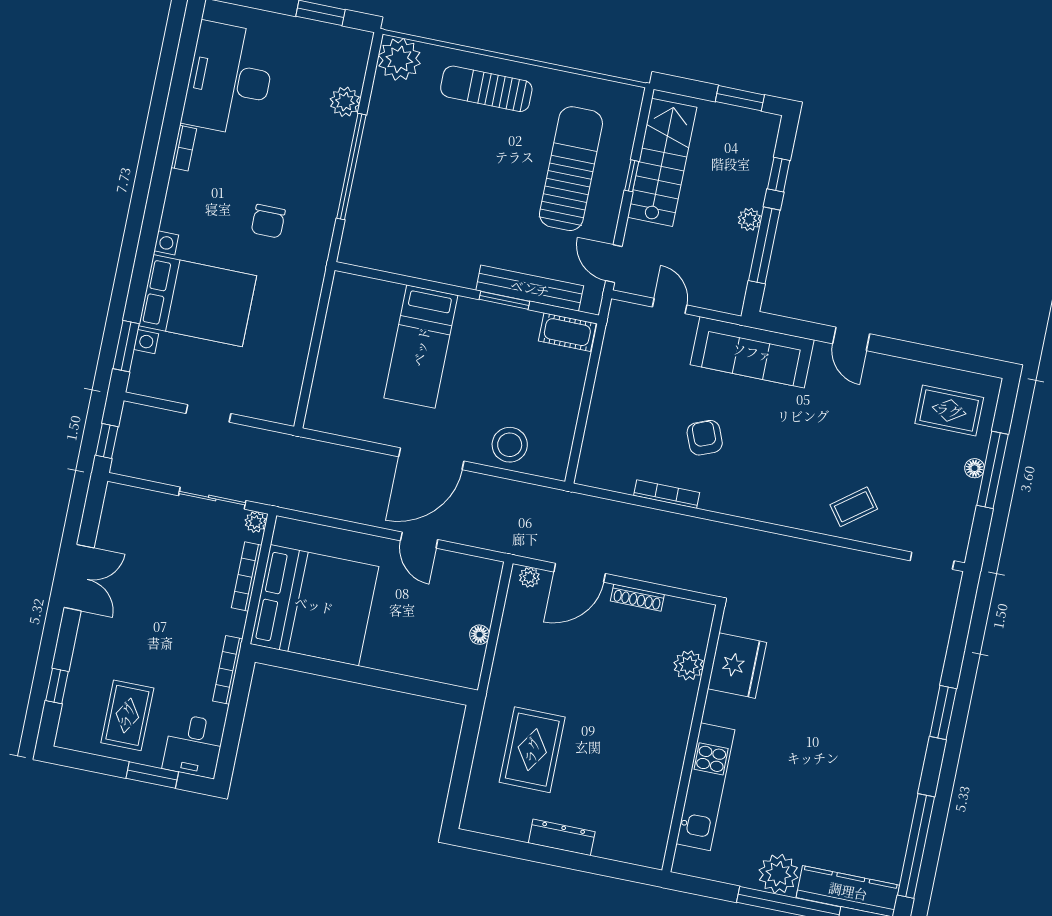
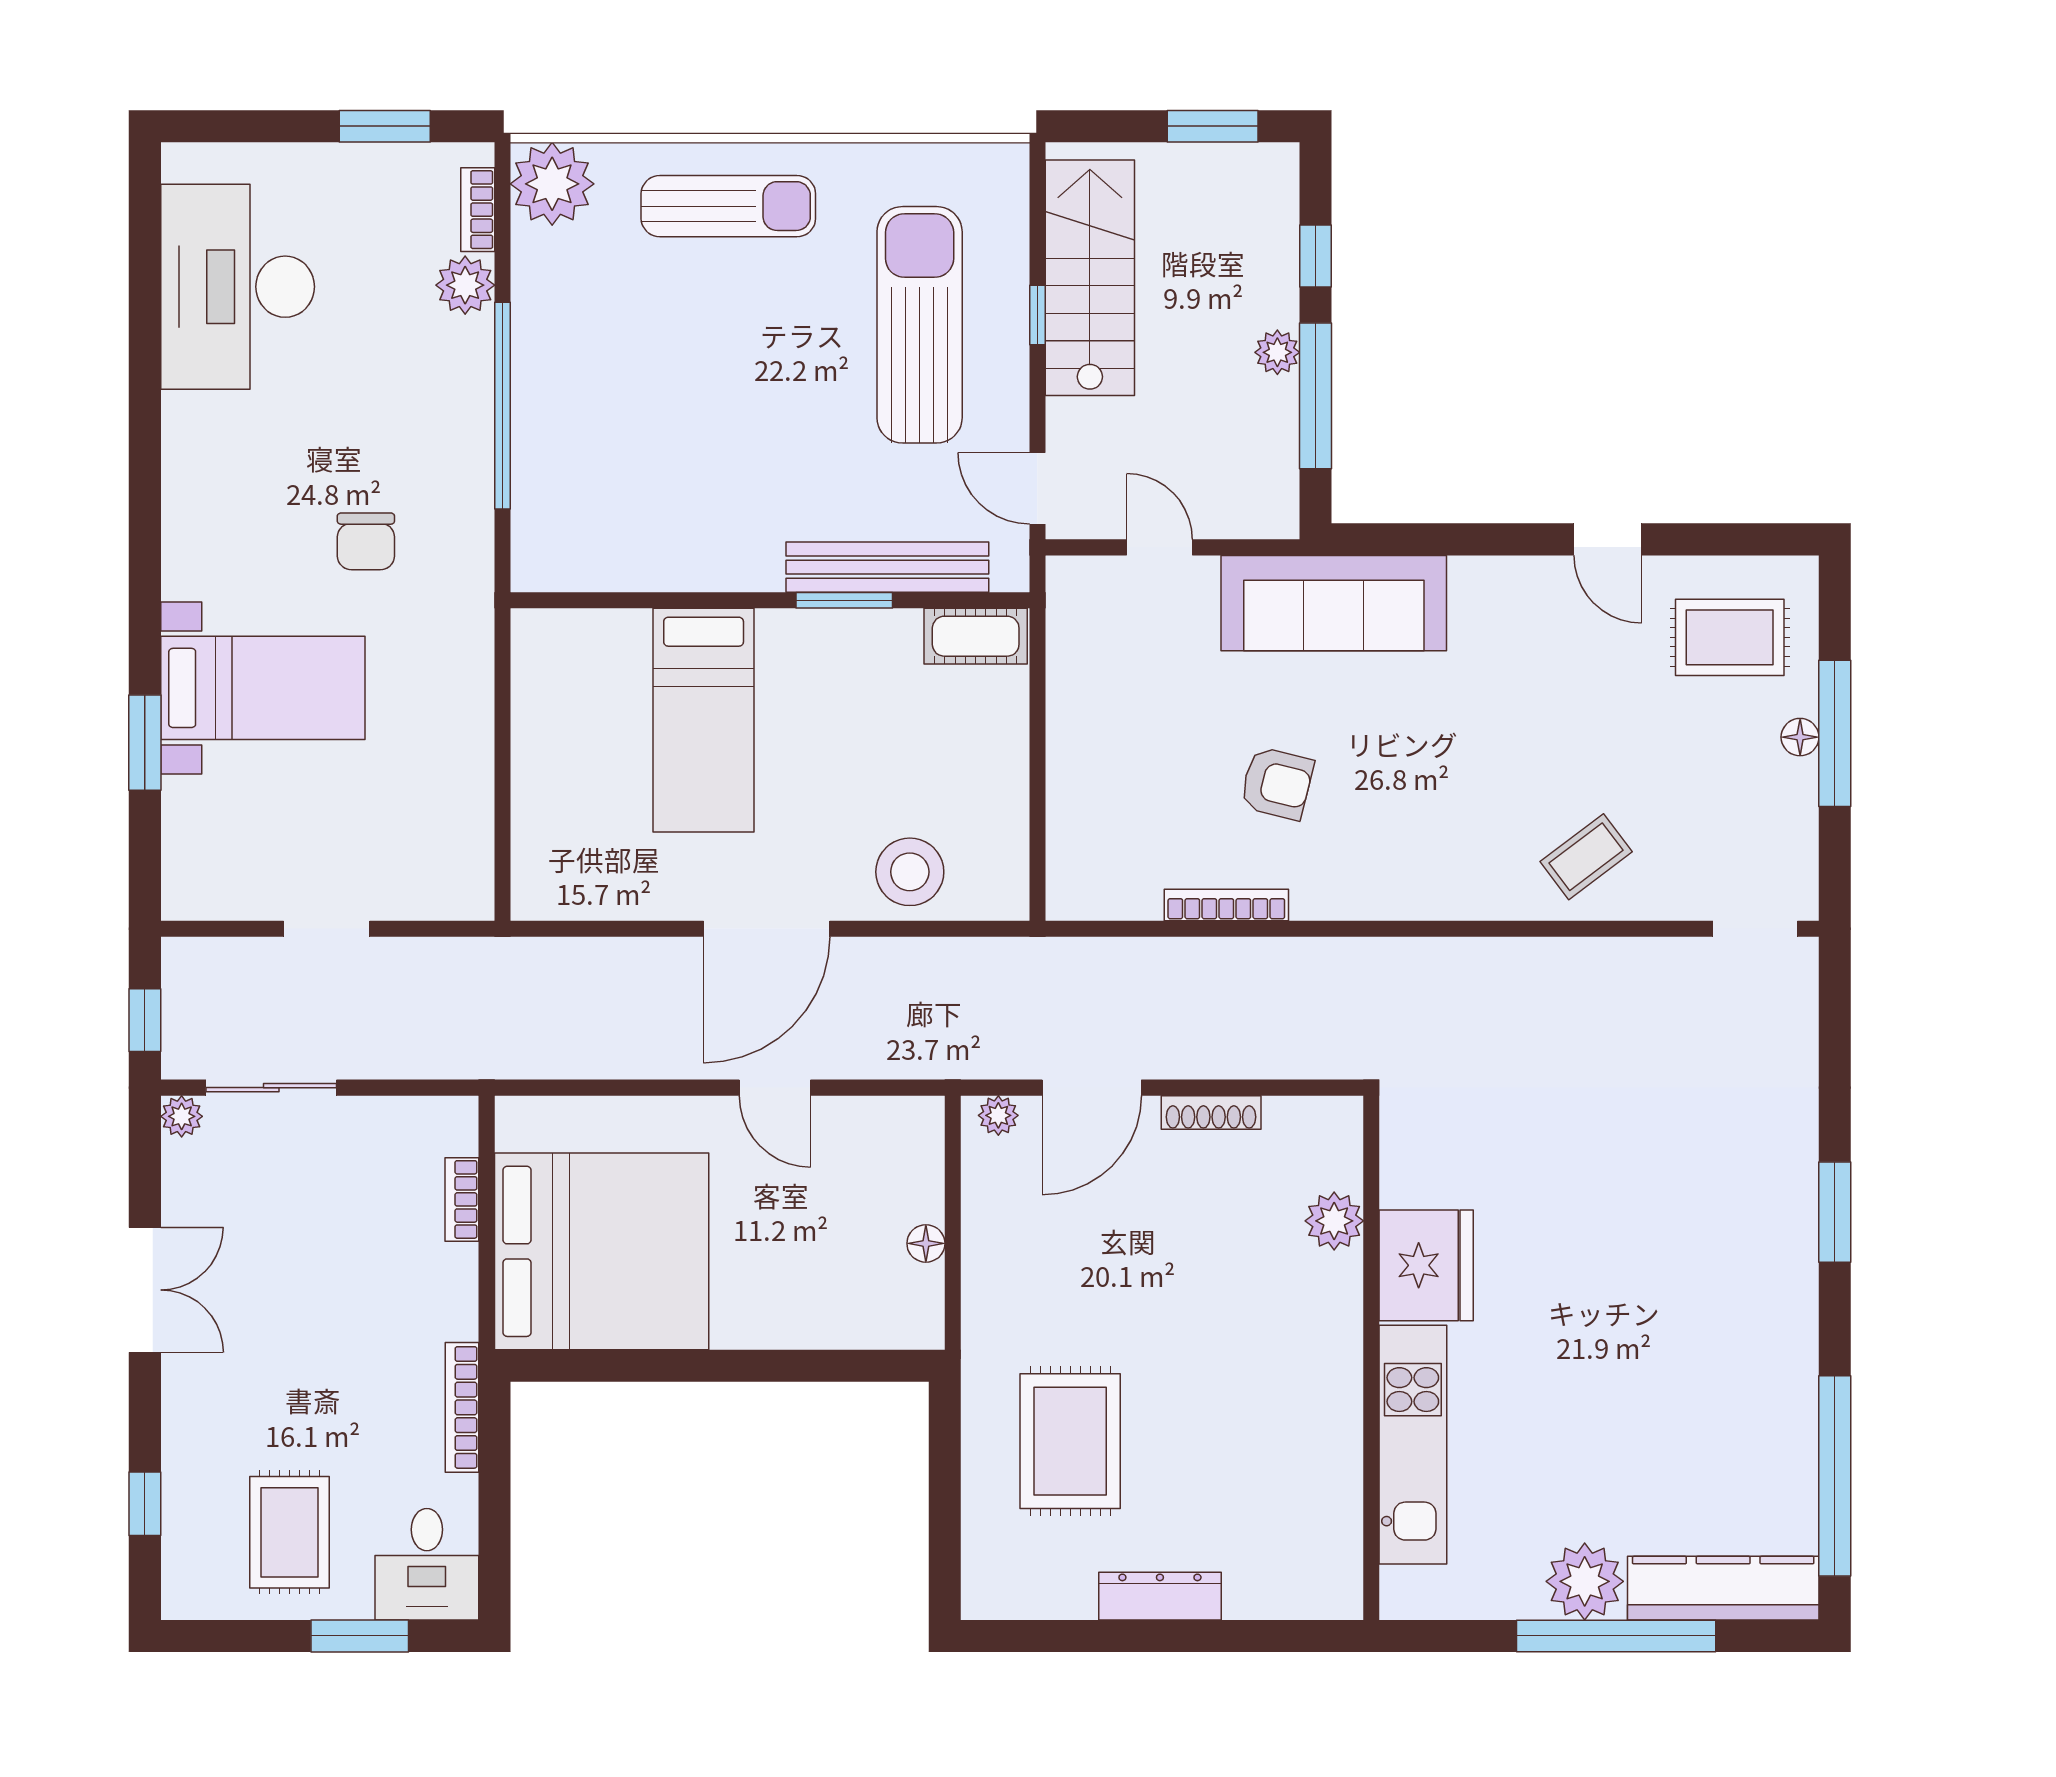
sun lounger: (486, 89) -> (728, 206), turned 180
bookcase: (184, 148) -> (478, 210), moved, turned 180
bed with nightstands: (198, 301) -> (263, 688), width x0.73
door: (851, 339) -> (1608, 539), moved
window: (126, 346) -> (145, 743), moved
armchair: (705, 438) -> (1277, 783), turned 126
sliding door: (212, 498) -> (271, 1088), moved
plant: (255, 522) -> (182, 1116), moved
bookcase: (247, 576) -> (462, 1199), width x0.64
fridge: (737, 666) -> (1426, 1265), moved

